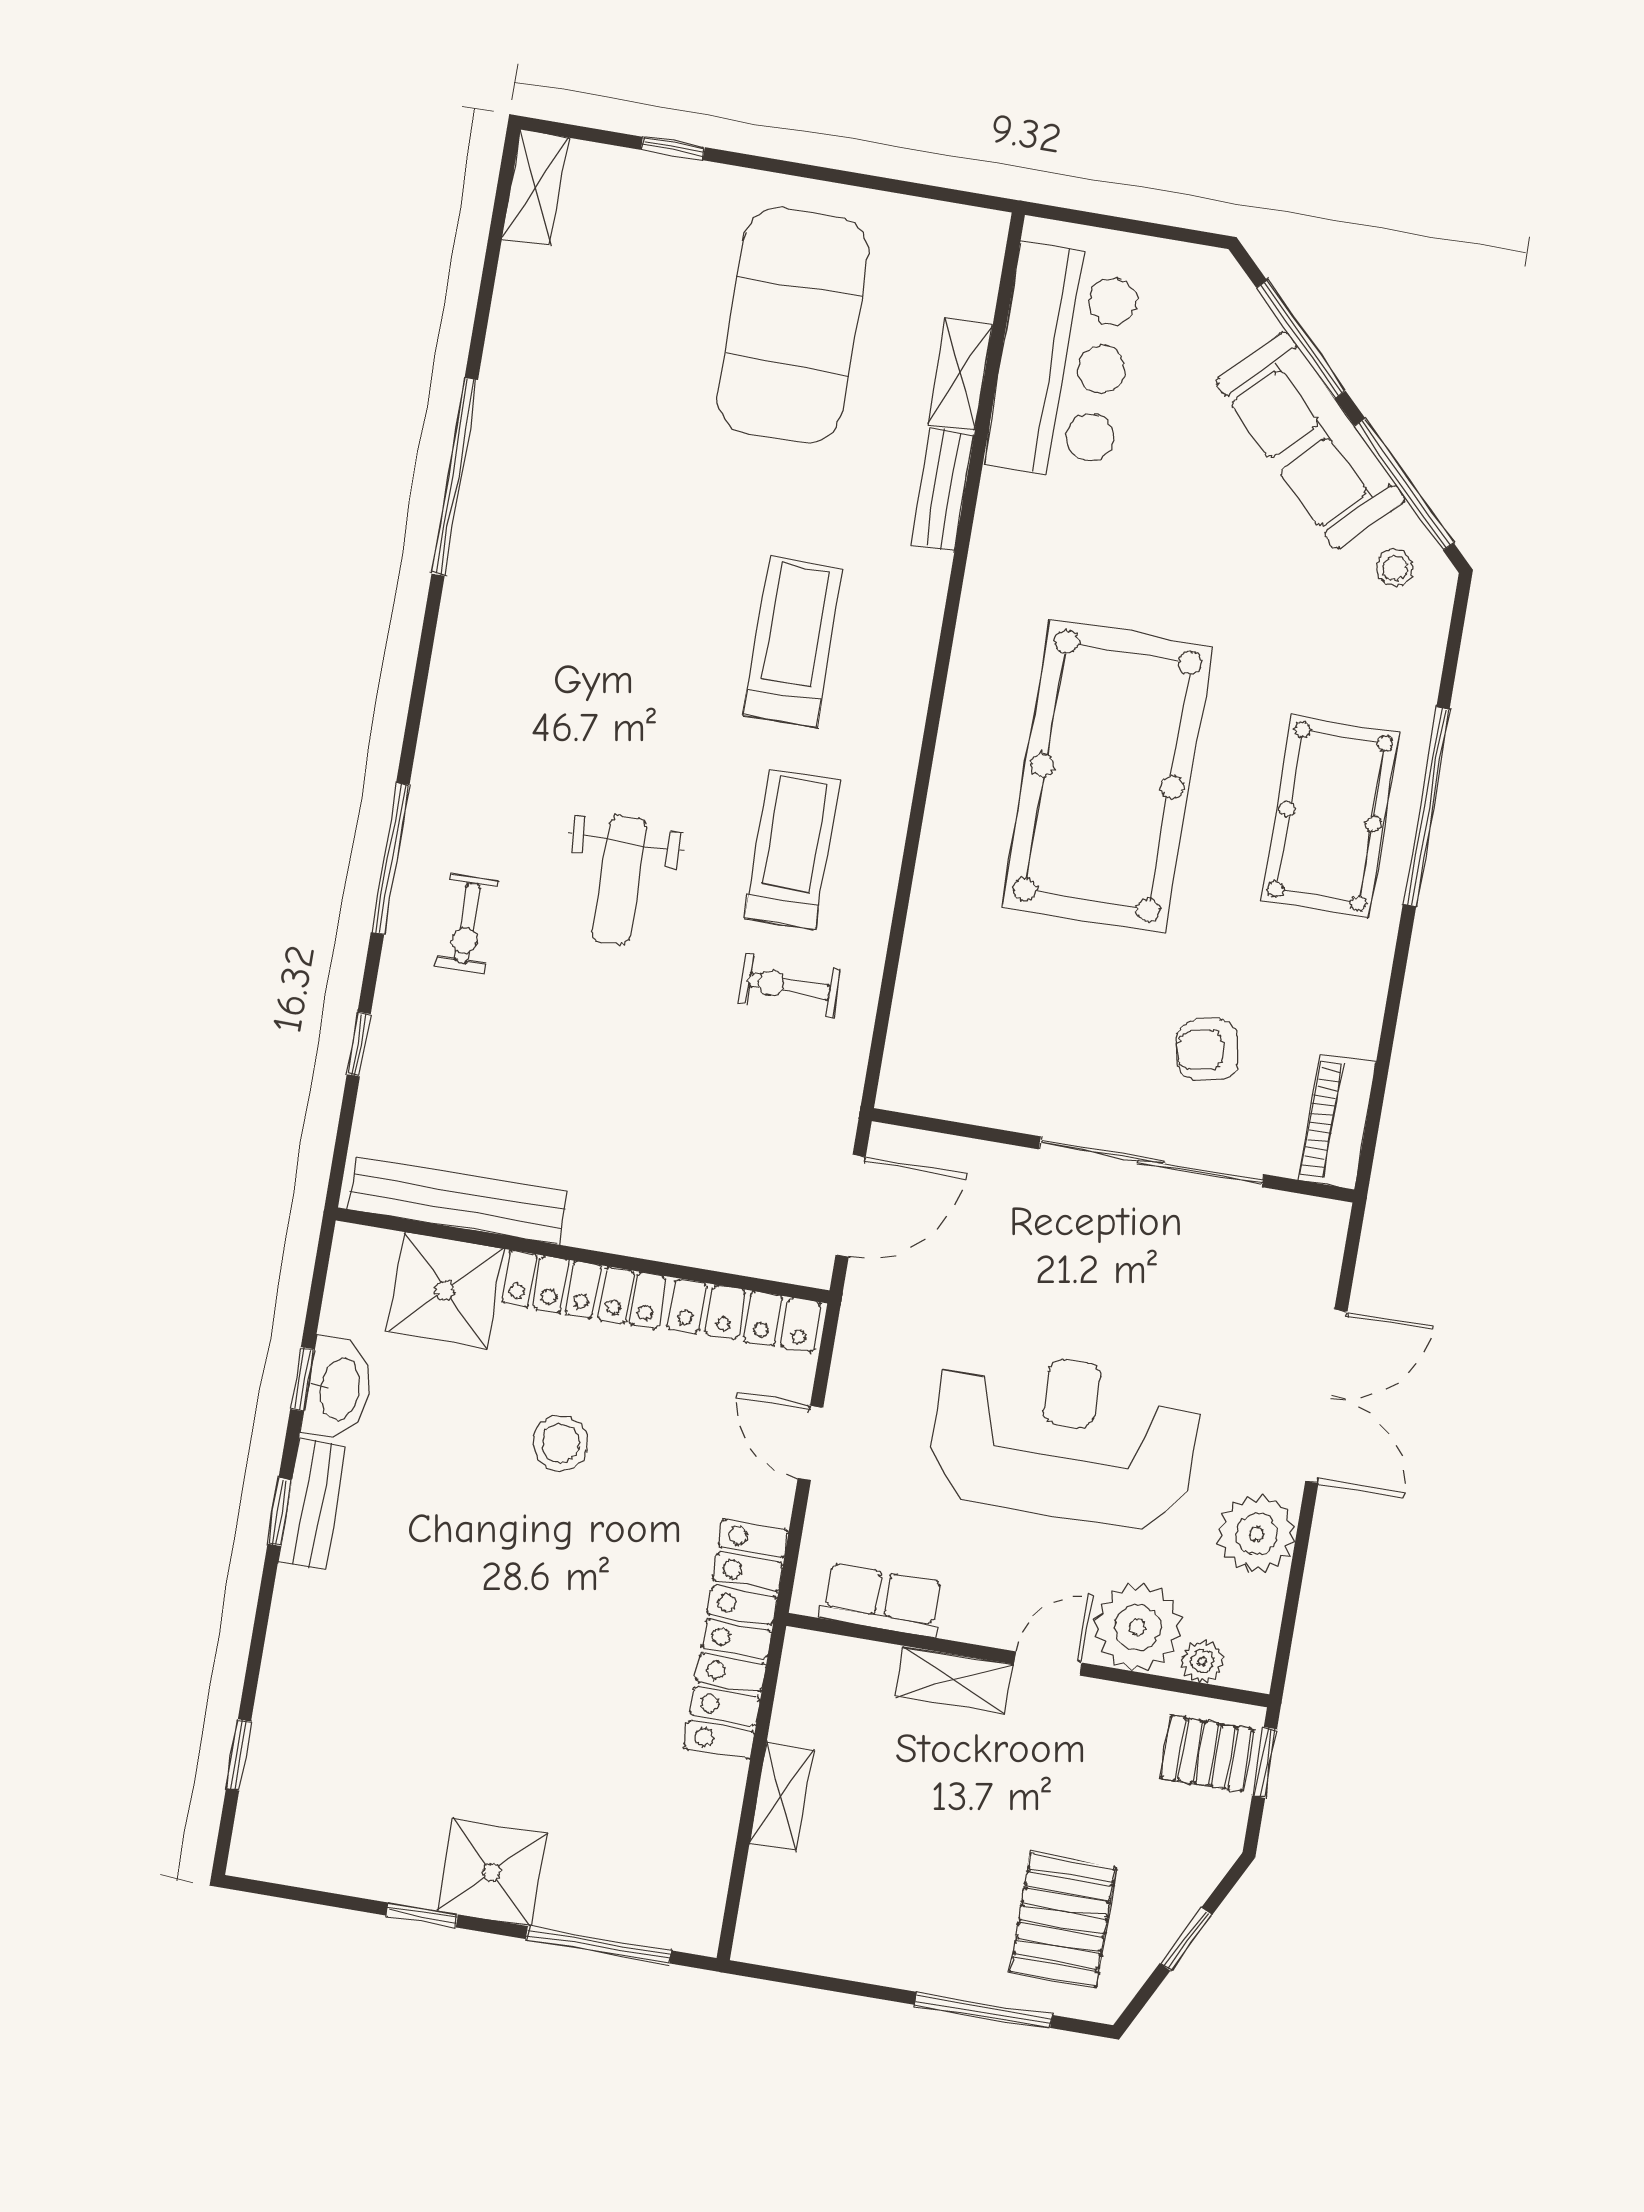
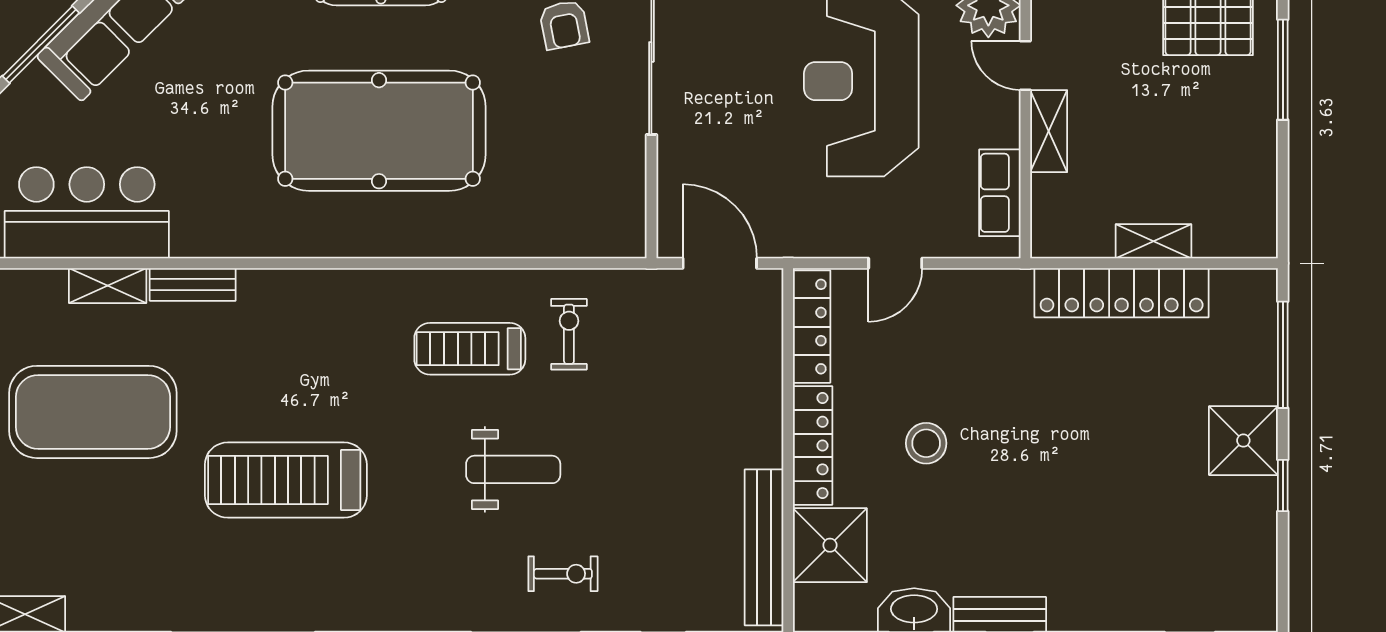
treadmill: (793, 642) -> (286, 480), moved, width x1.37, depth x1.38
exercise bike: (789, 986) -> (569, 334), turned 180
locker: (736, 1639) -> (1122, 293), moved

